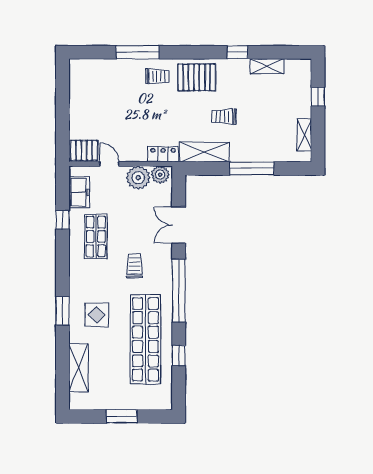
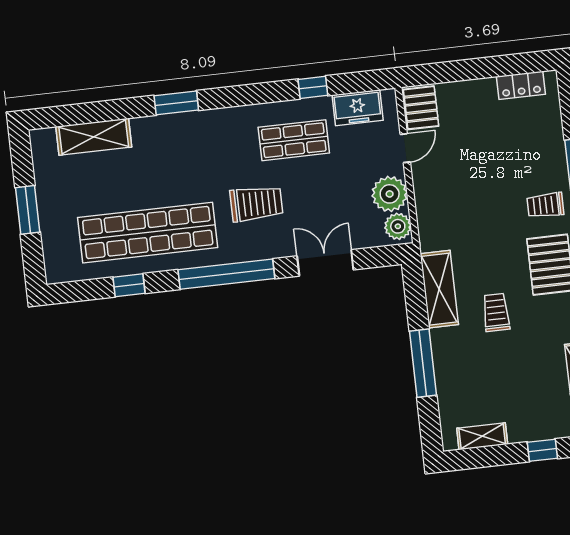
trolley: (157, 76) -> (545, 205), turned 90
locker: (163, 154) -> (521, 85), moved, turned 90
trolley: (135, 266) -> (256, 204), width x1.36, depth x1.39
display table: (97, 315) -> (176, 155), removed

